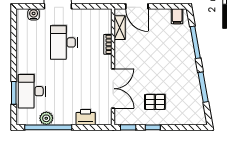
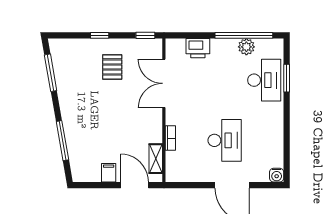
water cooler: (34, 14) -> (277, 175), moved
filing cabinet: (177, 16) -> (109, 173), moved
window: (203, 87) -> (51, 73), moved
pallet: (155, 102) -> (112, 67), turned 90
window: (153, 127) -> (100, 35), moved

